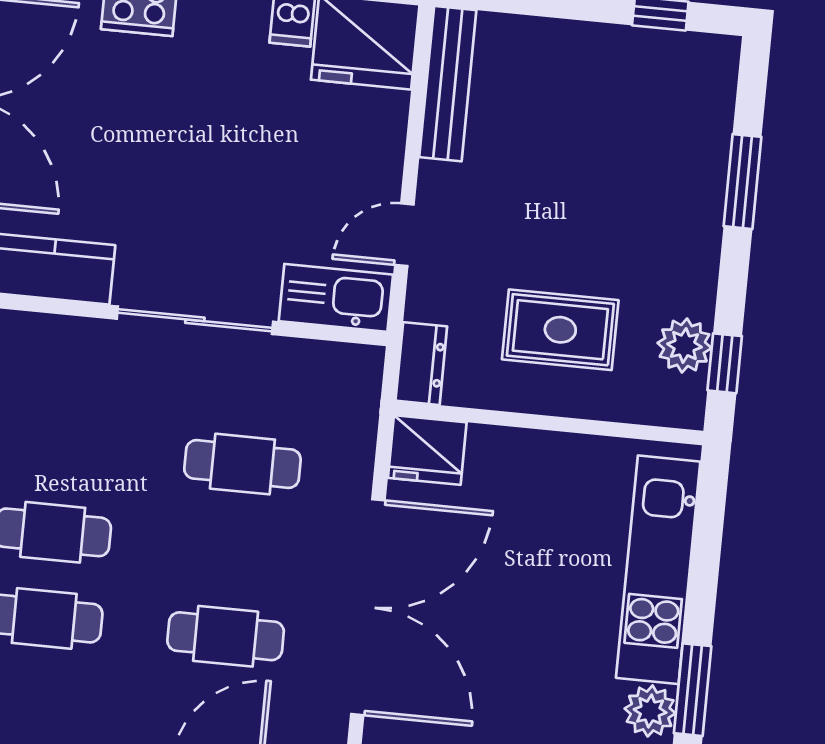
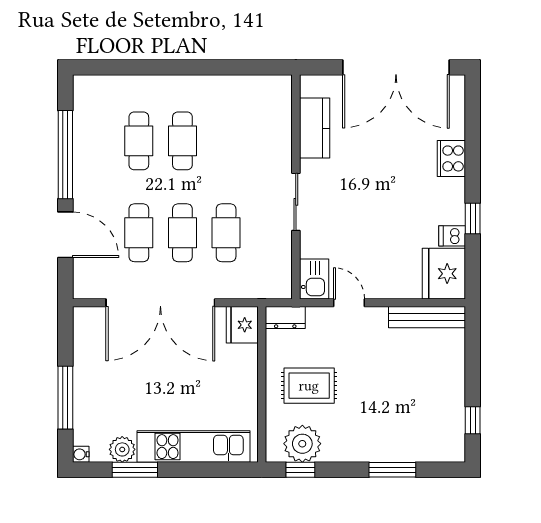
kitchen sink: (336, 298) -> (314, 279), width x0.73
sliding door: (195, 320) -> (296, 202), width x0.73
rug: (560, 330) -> (309, 386), turned 90
plant: (684, 345) -> (302, 444), width x1.36, depth x1.36
cafe table: (234, 550) -> (182, 233), added

